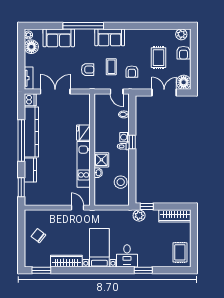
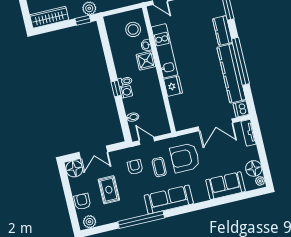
window: (83, 26) -> (141, 220), moved
sofa: (110, 37) -> (169, 200), width x1.36
armchair: (88, 70) -> (185, 158), width x1.88, depth x1.88
stool: (121, 182) -> (133, 29), moved

